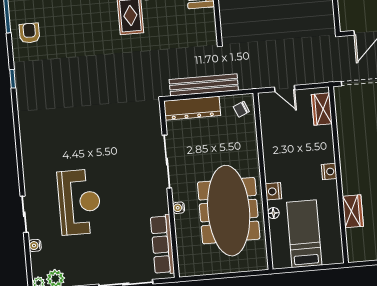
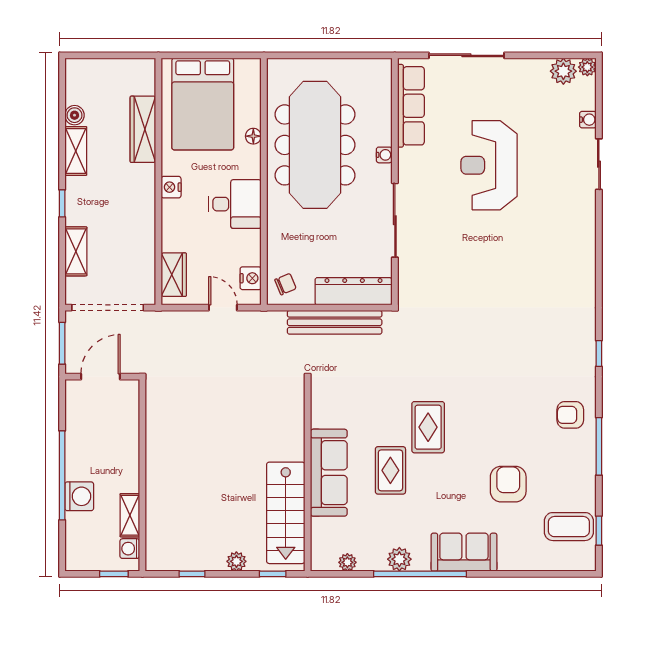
armchair: (29, 33) -> (570, 415), turned 90
desk: (282, 163) -> (235, 204), added
nightstand: (273, 191) -> (251, 278), moved
reception desk: (79, 202) -> (489, 165), moved
wardrobe: (353, 211) -> (143, 129), width x1.50
bed: (304, 234) -> (203, 104), width x1.50

